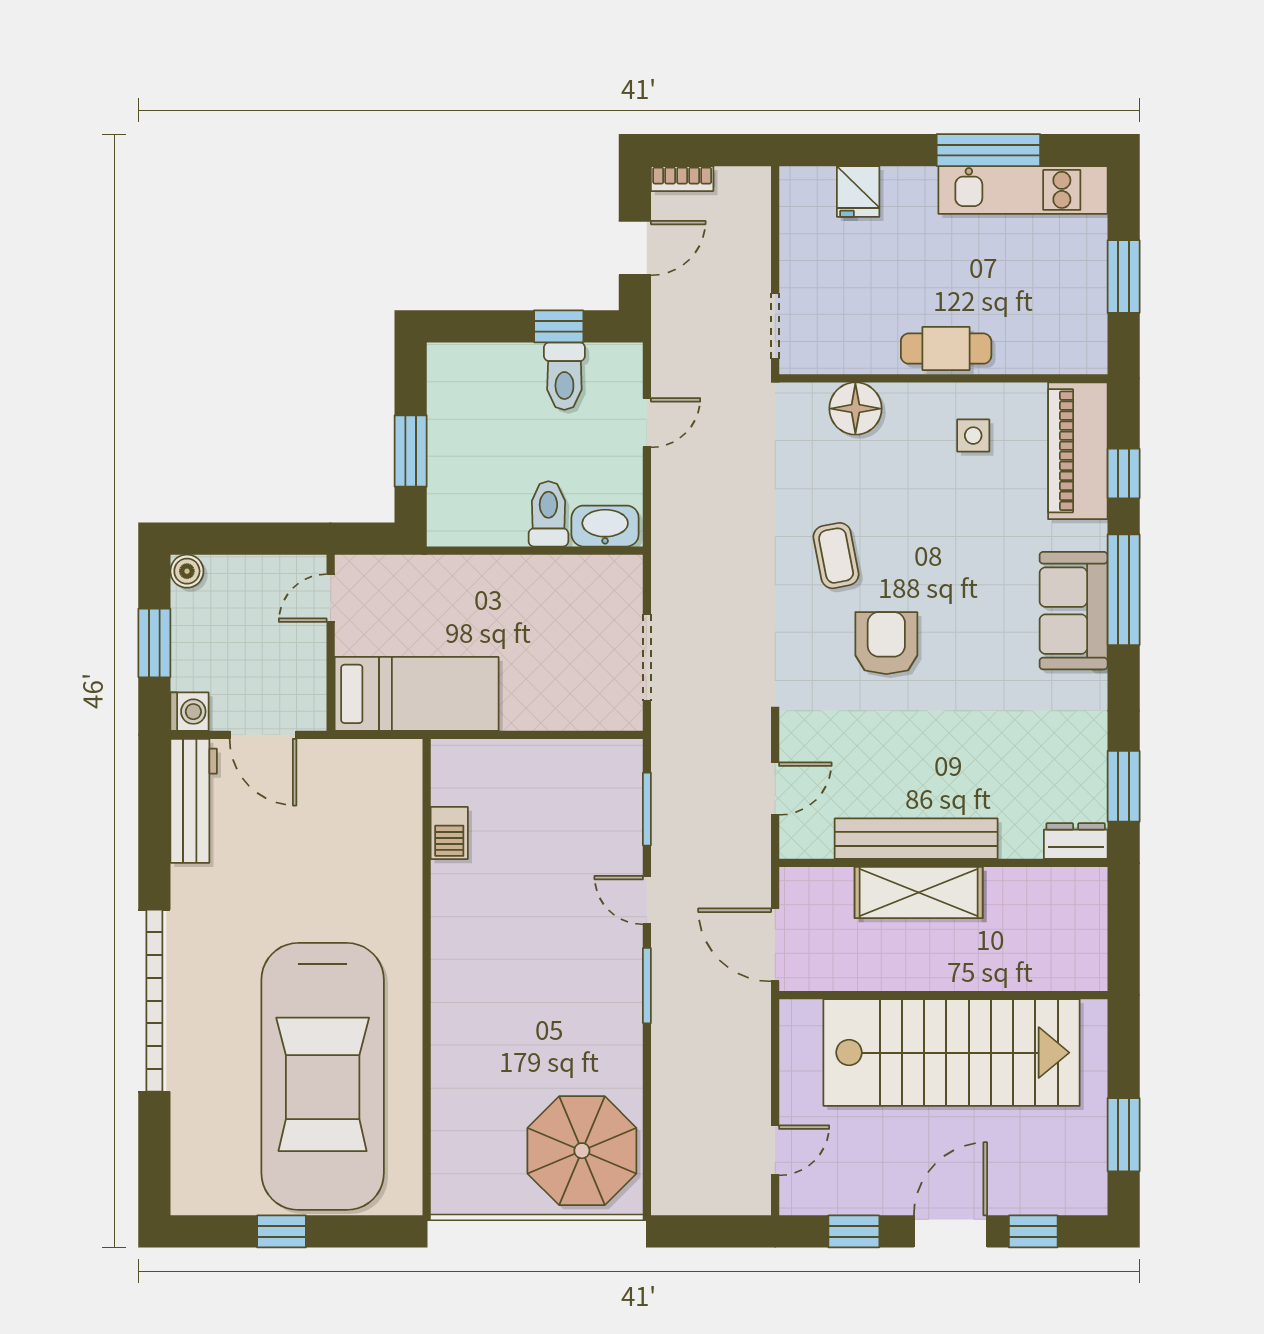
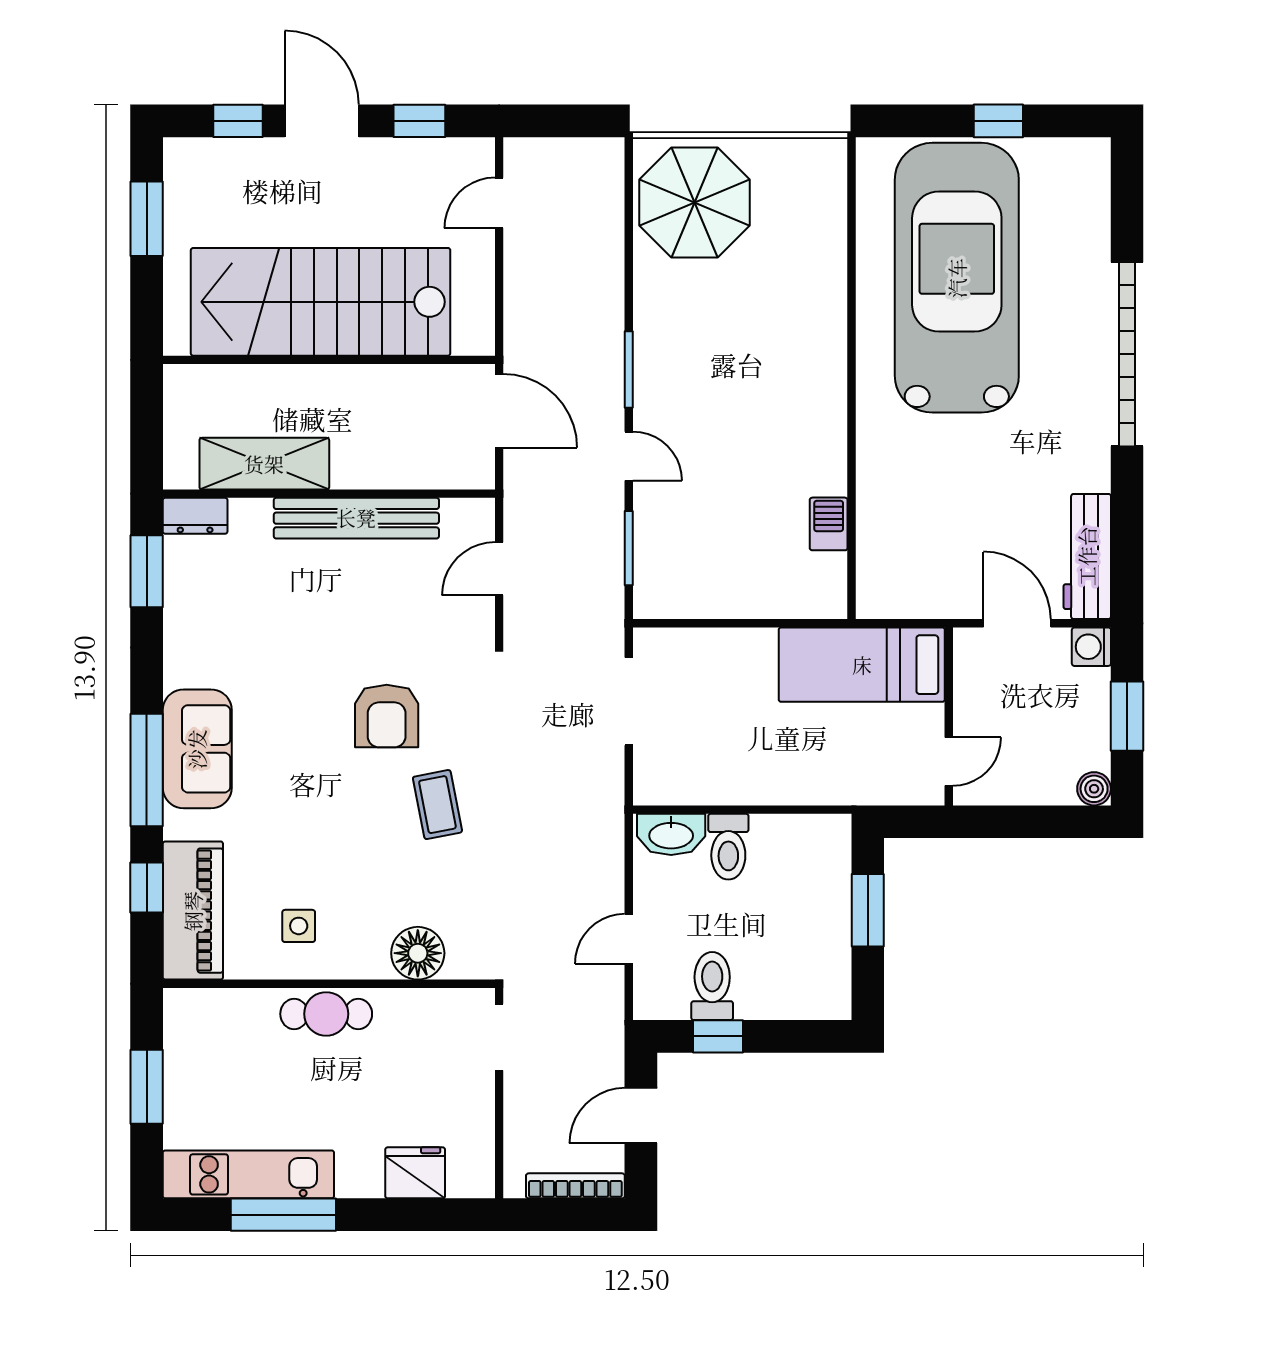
bookcase: (682, 179) -> (575, 1186), width x1.56
fridge: (858, 191) -> (415, 1173), width x1.38
shelving: (919, 893) -> (264, 464), moved
door: (950, 1231) -> (322, 121), swing flipped

